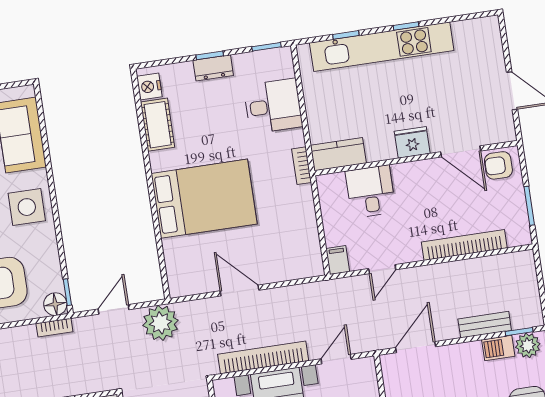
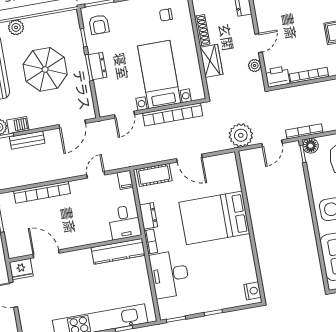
dresser: (213, 68) -> (148, 216), moved, turned 90
desk: (273, 106) -> (170, 274), width x1.37
cot: (158, 125) -> (154, 175), moved, turned 90
fridge: (412, 142) -> (21, 269), moved
kitchen counter: (338, 154) -> (118, 251), width x1.50
armchair: (498, 165) -> (21, 245), removed
desk: (371, 192) -> (125, 222), moved
bookcase: (54, 328) -> (304, 131), width x1.56

